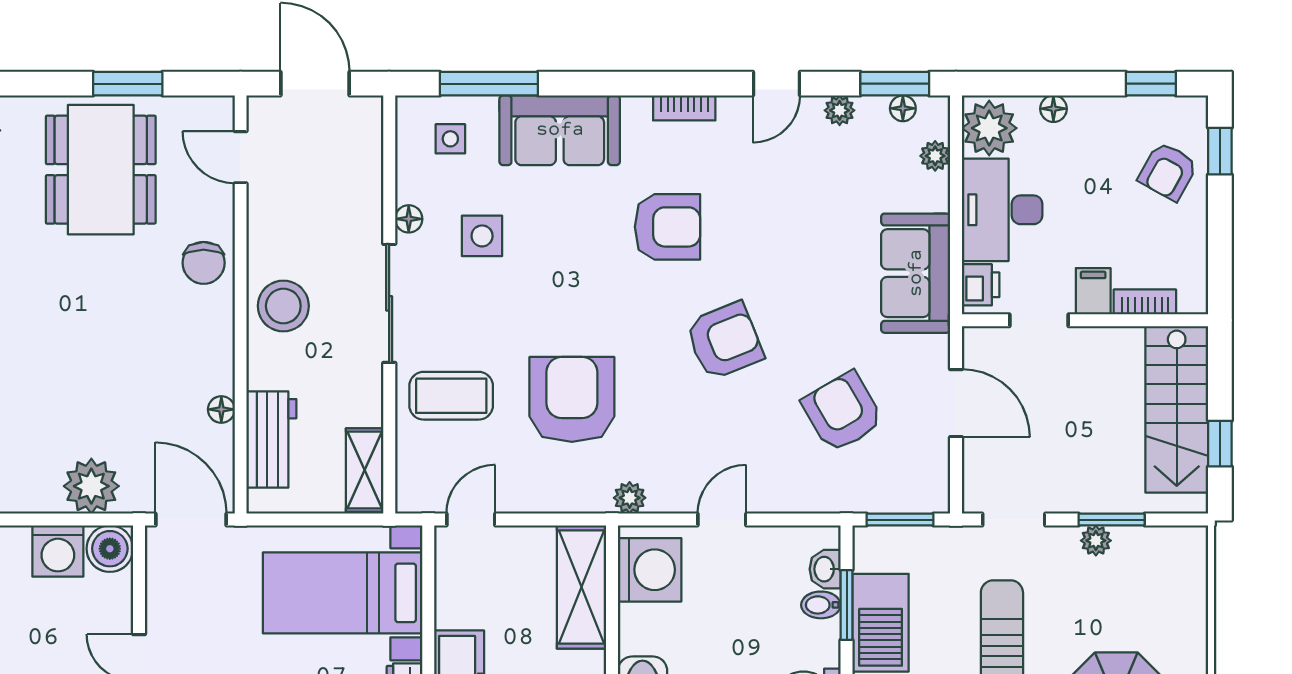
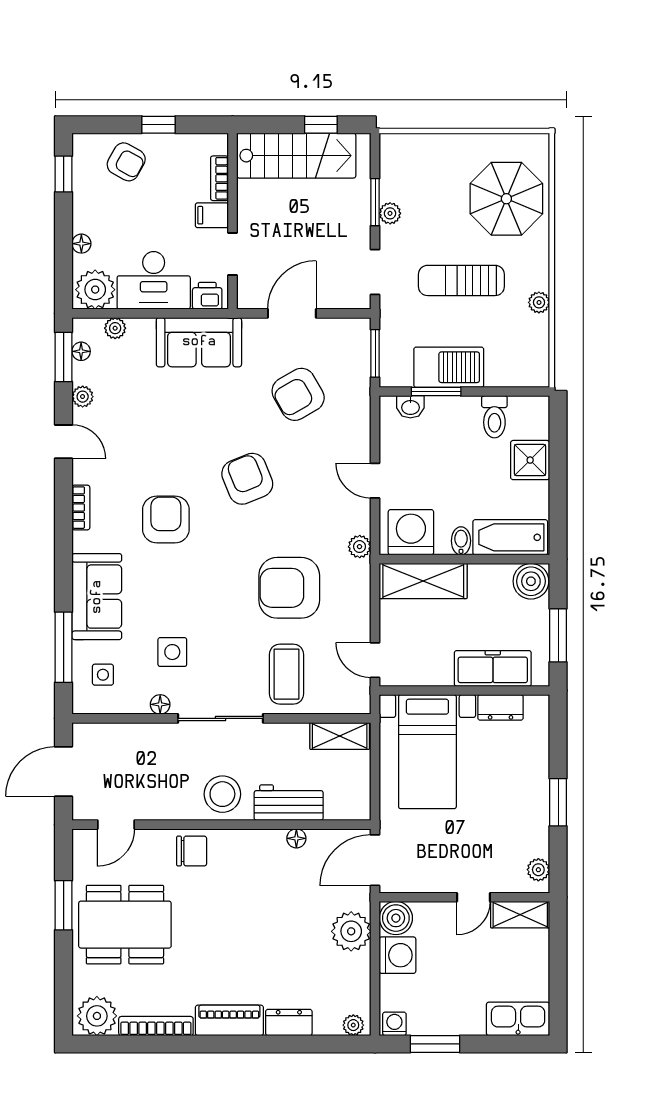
window: (1220, 151) -> (158, 125), moved
workbench: (271, 440) -> (289, 803), moved
bidet: (821, 605) -> (461, 541), moved, turned 180

